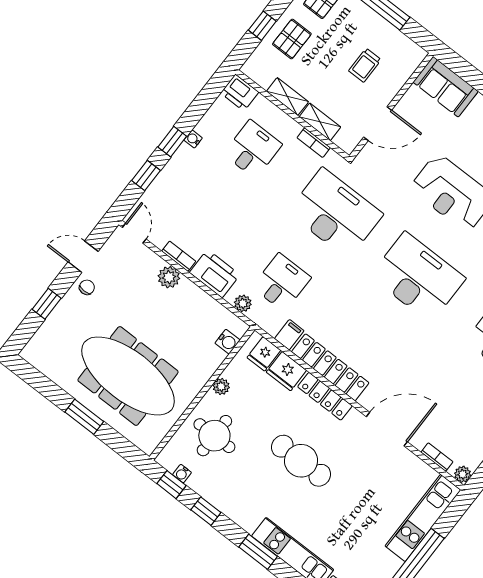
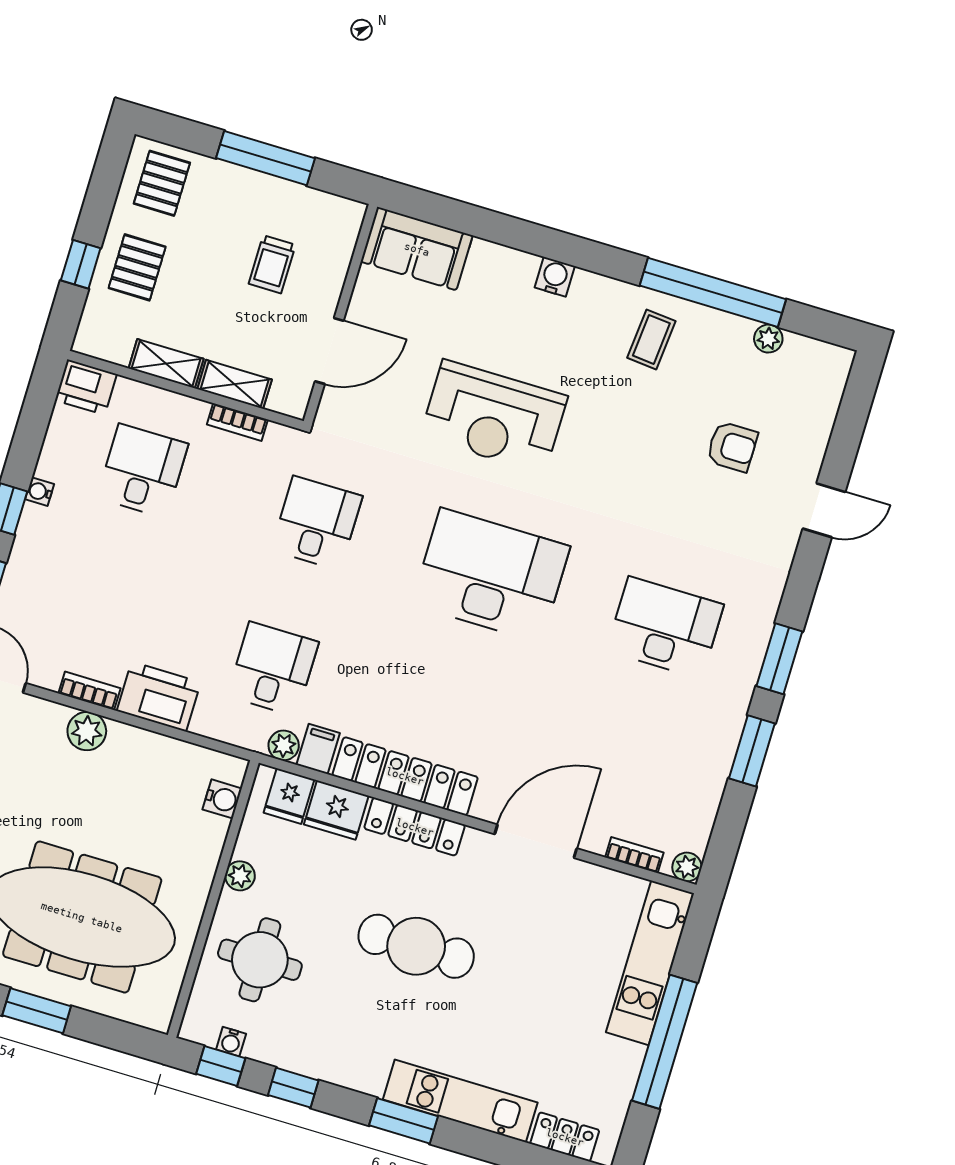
desk: (335, 213) -> (317, 523), width x0.53, depth x0.77
plant: (243, 303) -> (284, 745), moved

